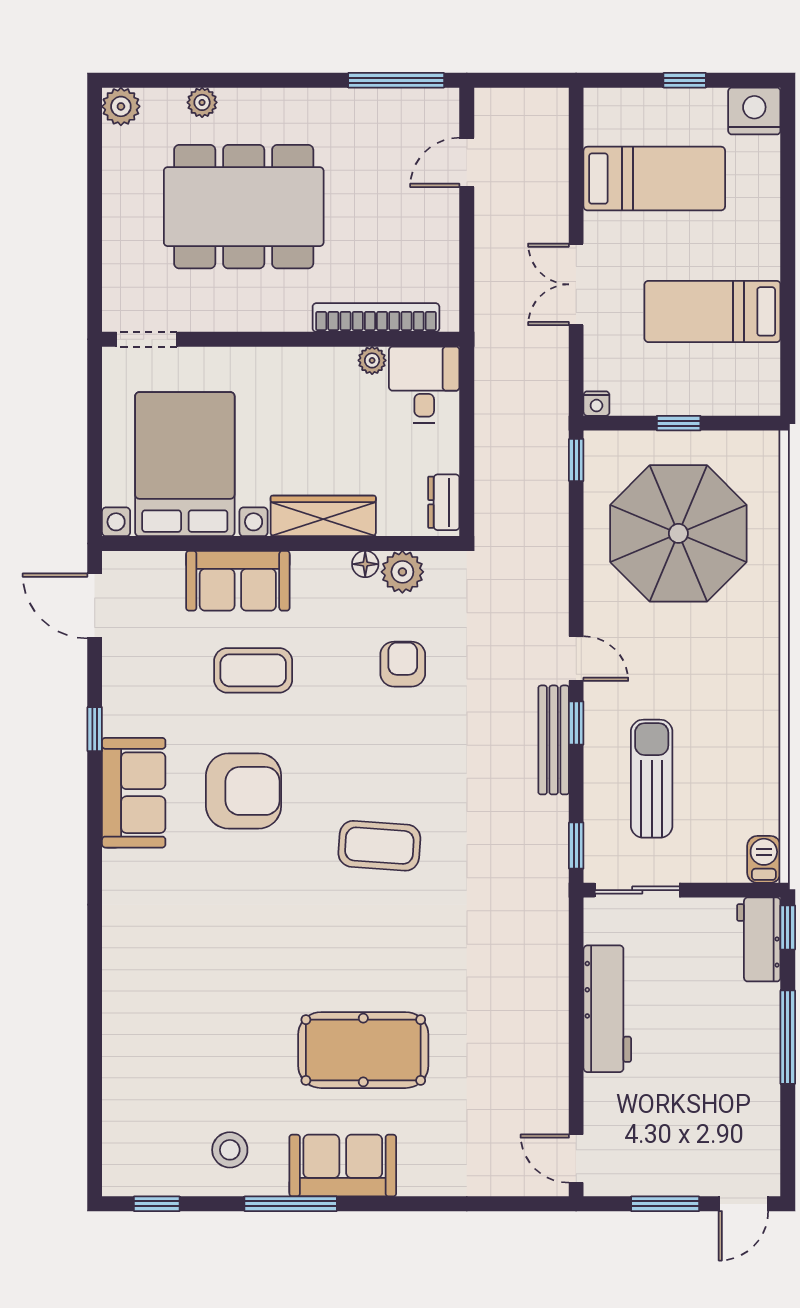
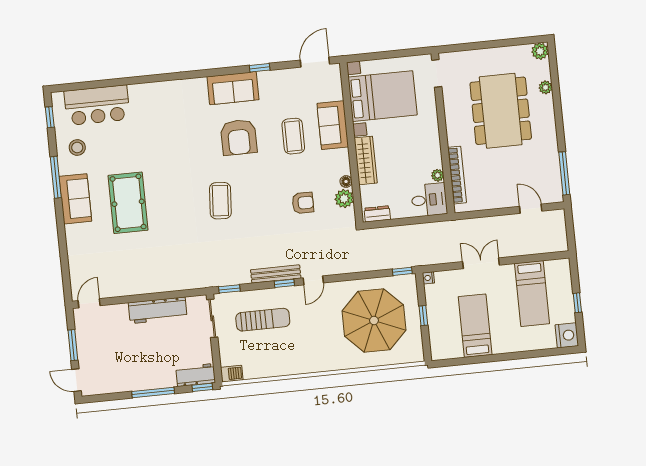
bar counter: (141, 1097) -> (97, 105), added

